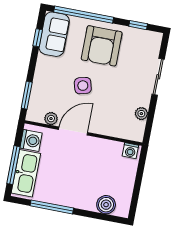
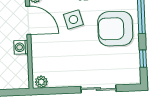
plant: (141, 114) -> (41, 82), moved
washing machine: (130, 151) -> (21, 47), moved

